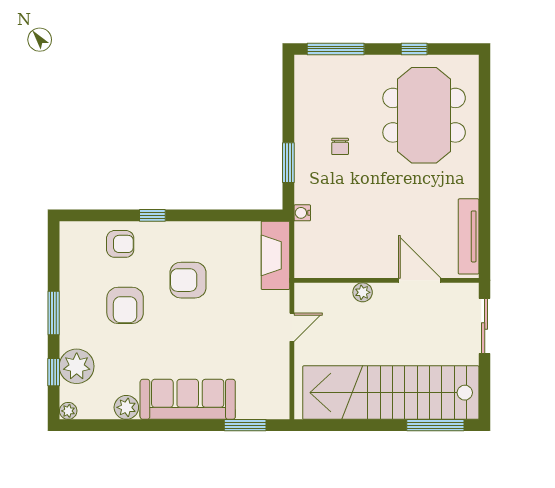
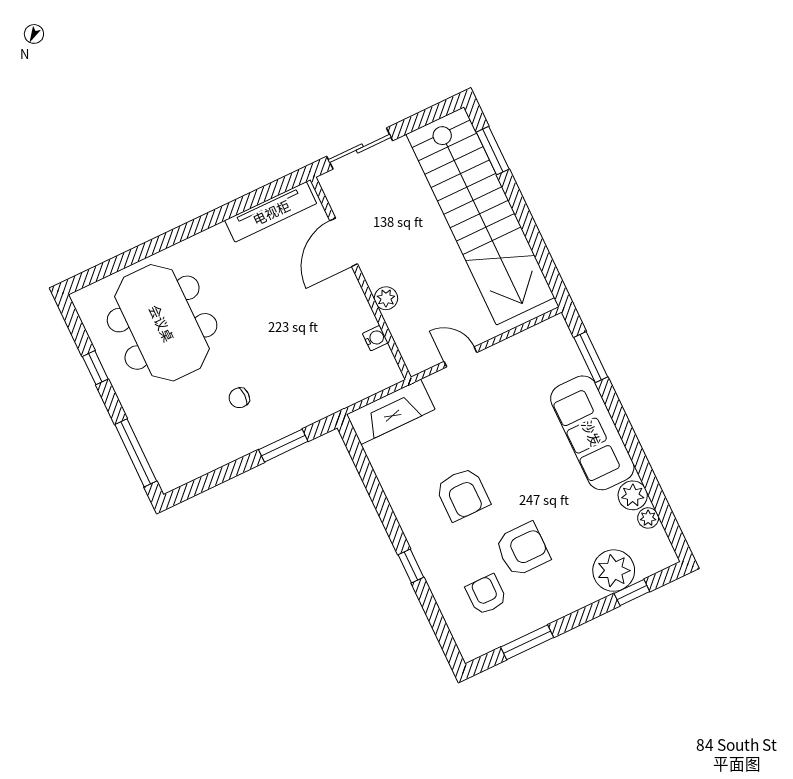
meeting table: (424, 115) -> (162, 323), turned 90
chair: (340, 146) -> (239, 398), turned 180
water cooler: (302, 213) -> (375, 338), moved, turned -90
armchair: (120, 244) -> (486, 595), moved
window: (54, 313) -> (527, 642), moved
plant: (68, 411) -> (648, 518), moved
window: (435, 425) -> (493, 151), width x0.69

